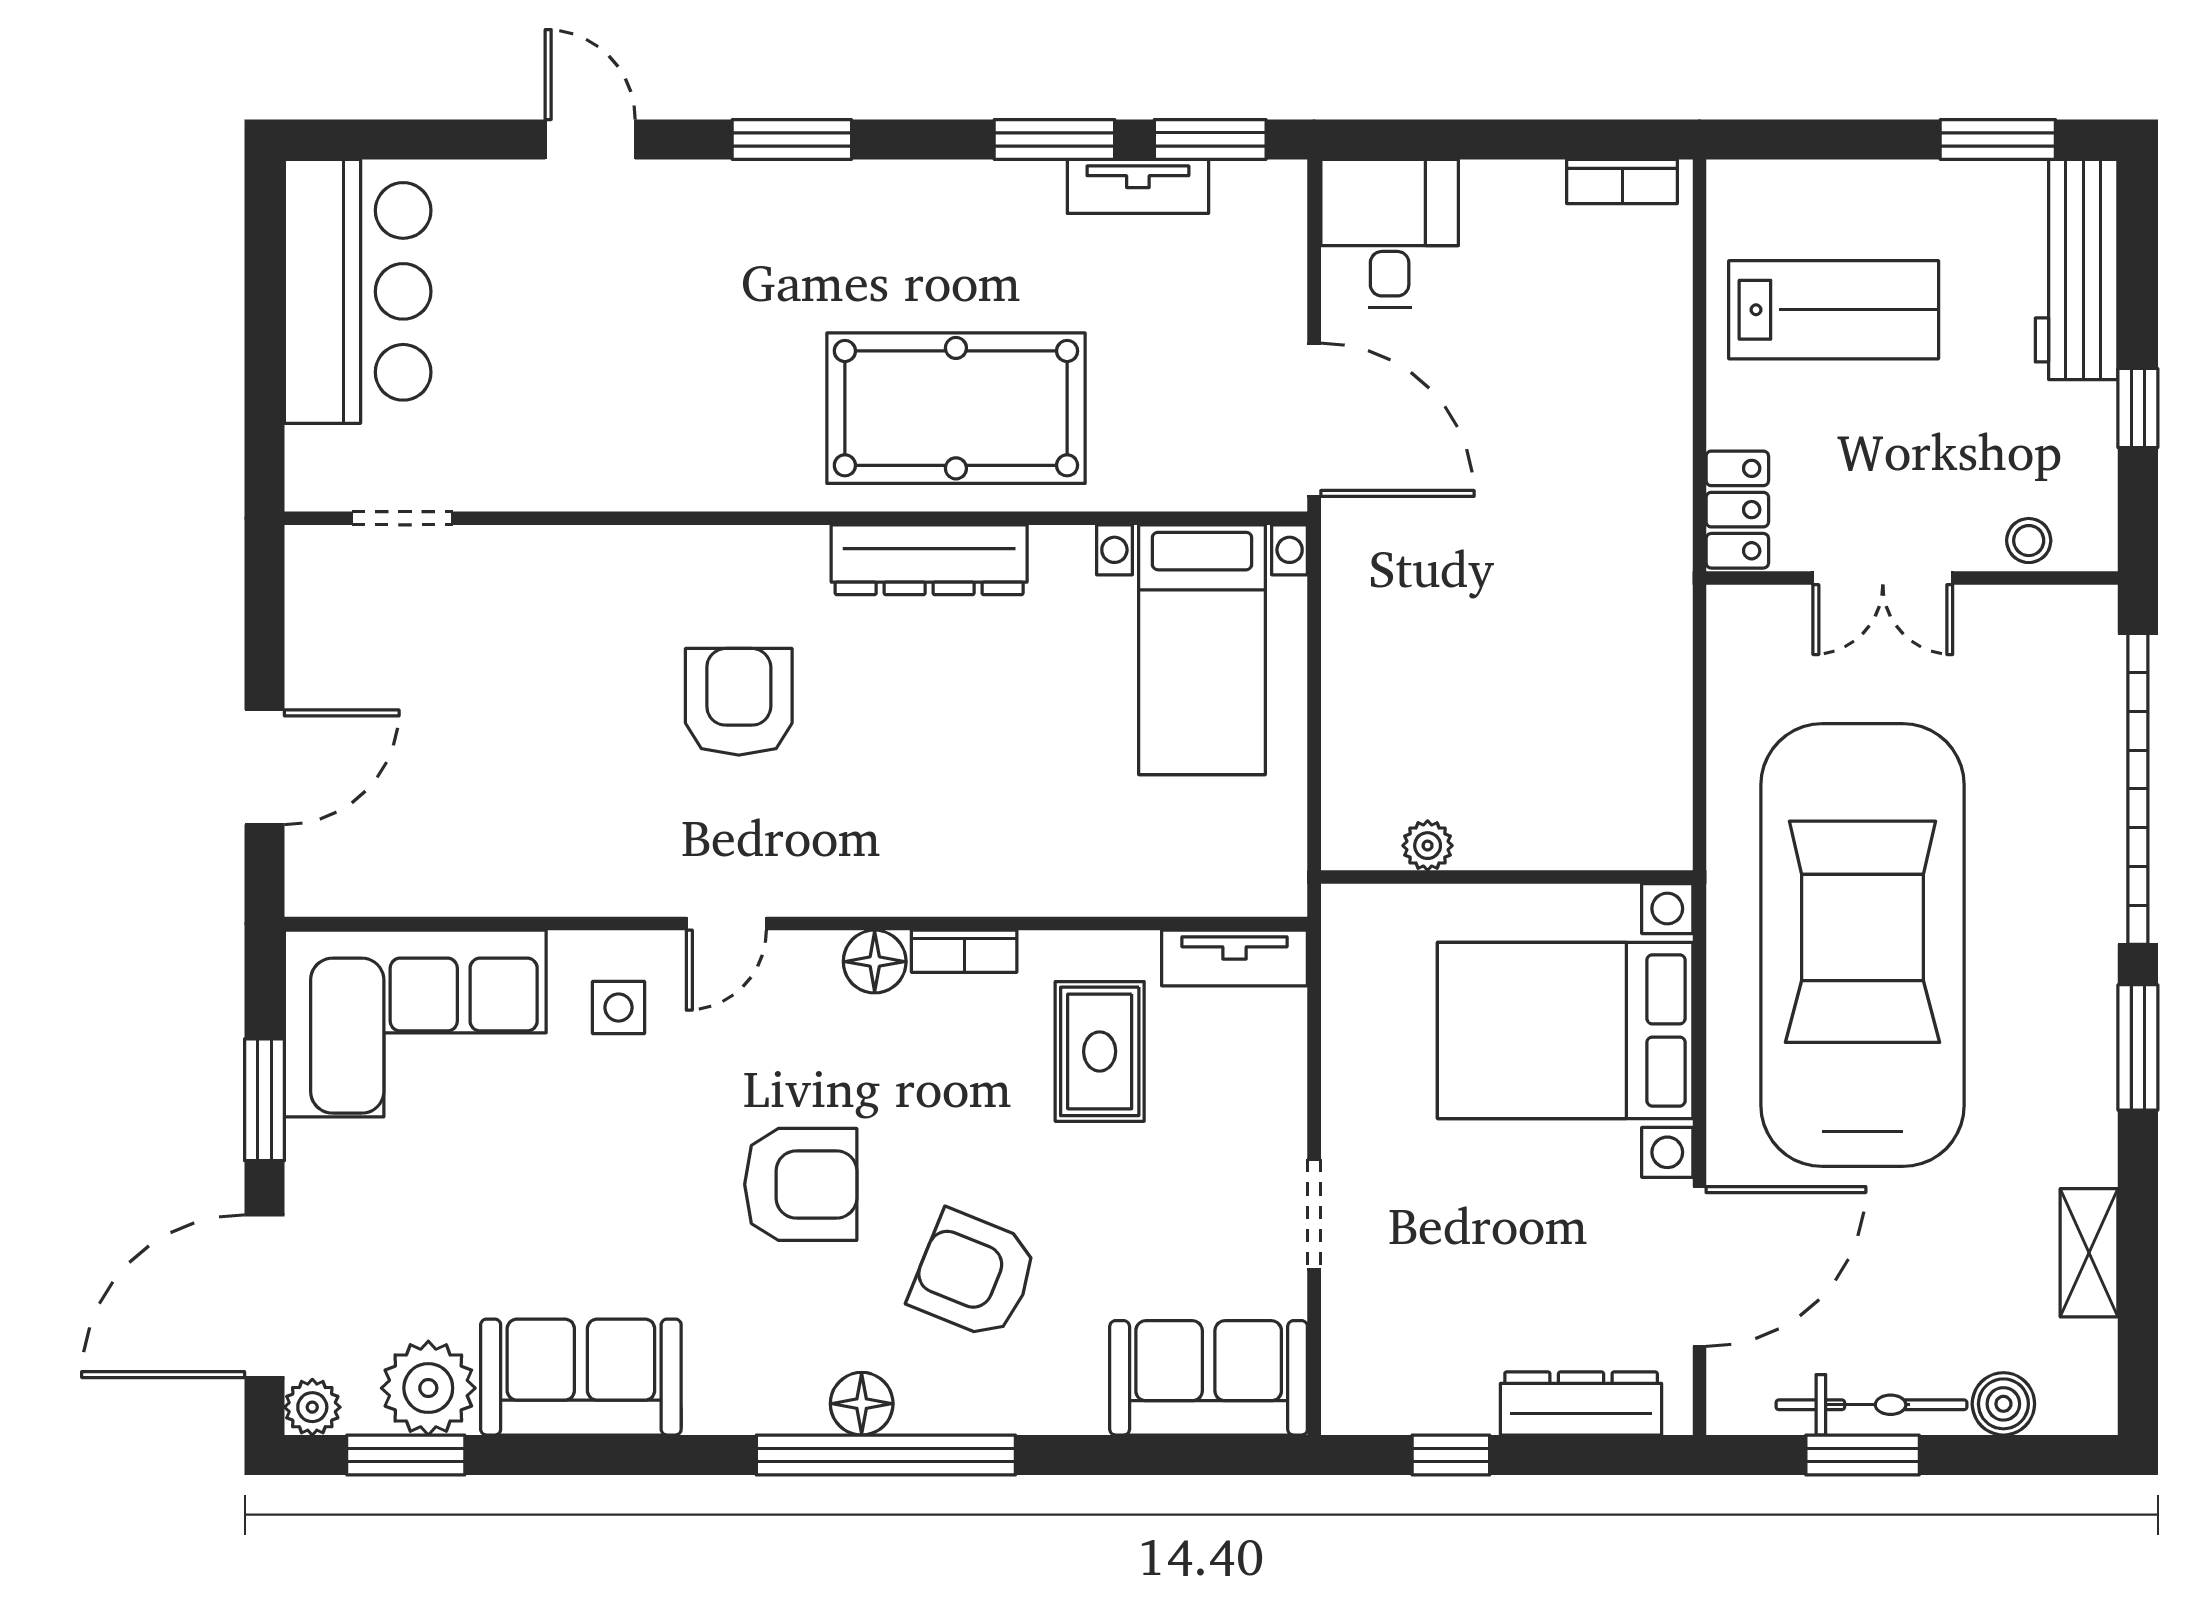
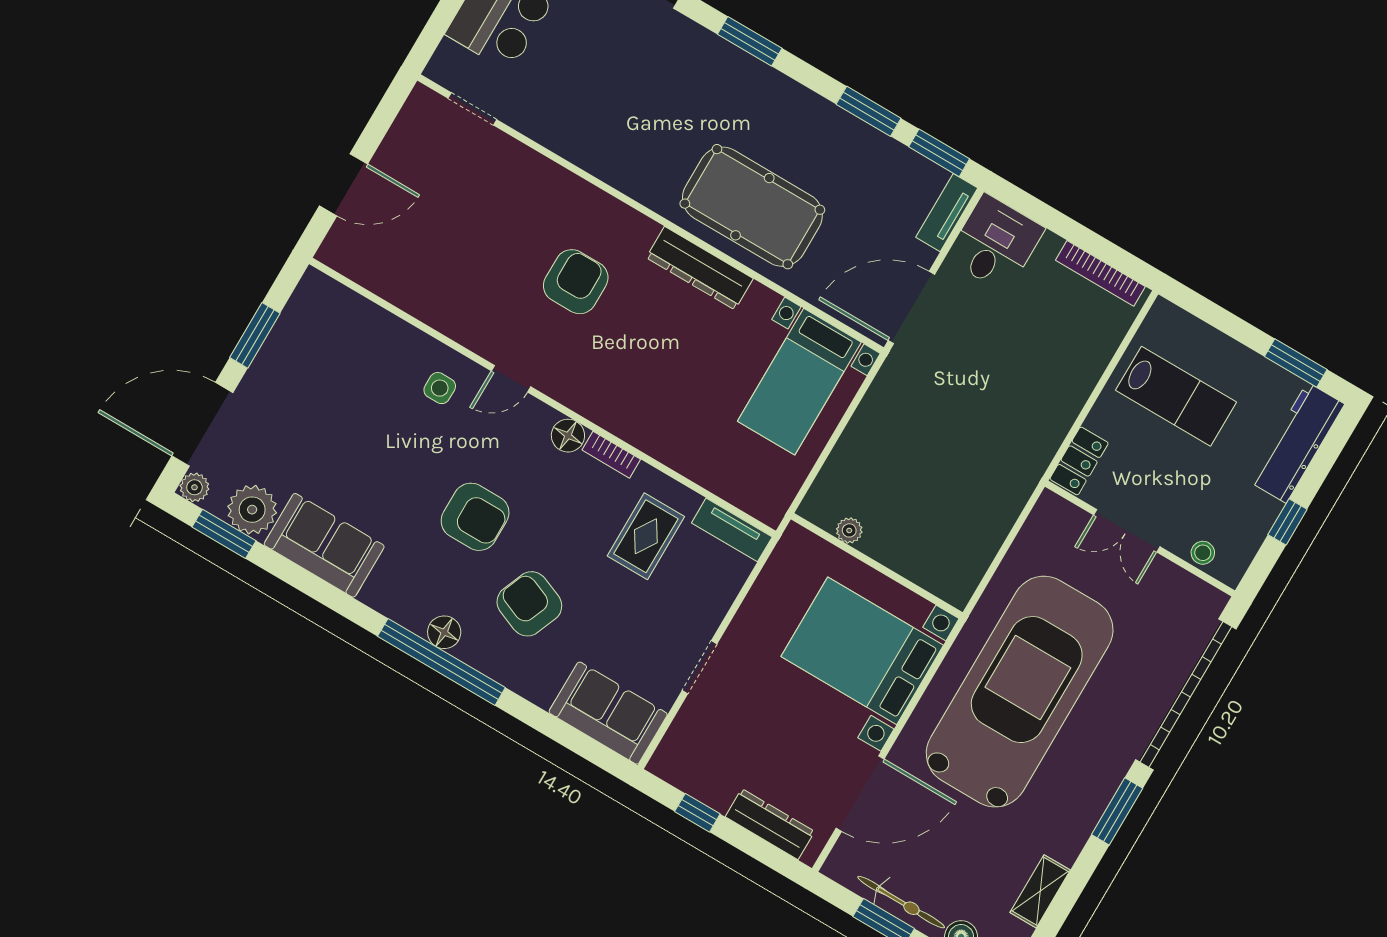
bookcase: (1622, 182) -> (1100, 273), width x1.56
tv unit: (1138, 186) -> (947, 213), moved, turned 90
door: (1314, 420) -> (911, 307), swing flipped
corner sofa: (415, 1024) -> (343, 341), removed

